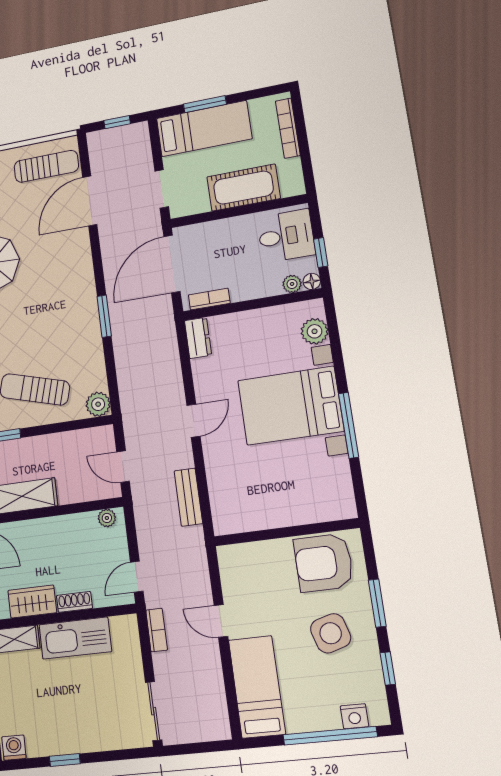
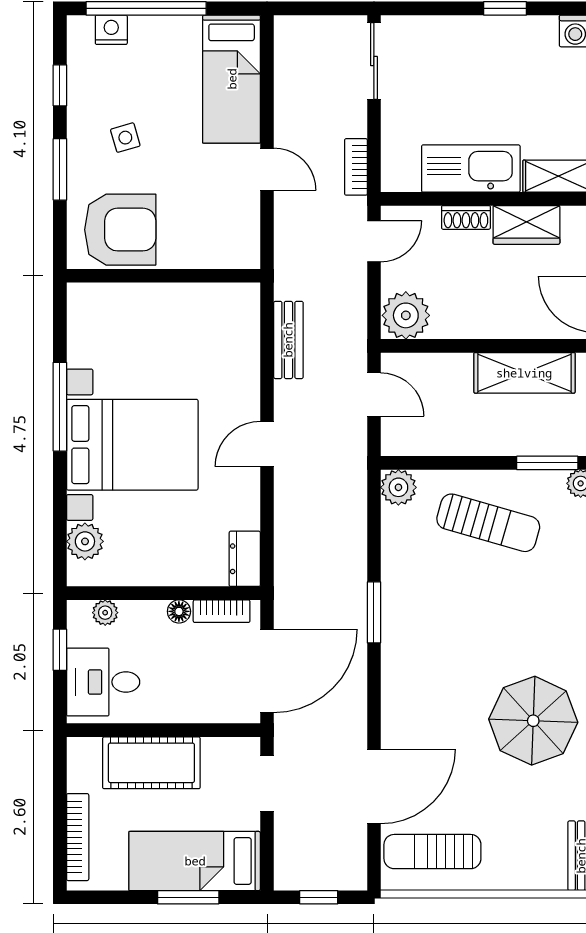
floor lamp: (312, 281) -> (179, 611), moved
plant: (107, 518) -> (406, 315), width x1.88, depth x1.88
side table: (331, 633) -> (125, 138), width x0.54, depth x0.54

